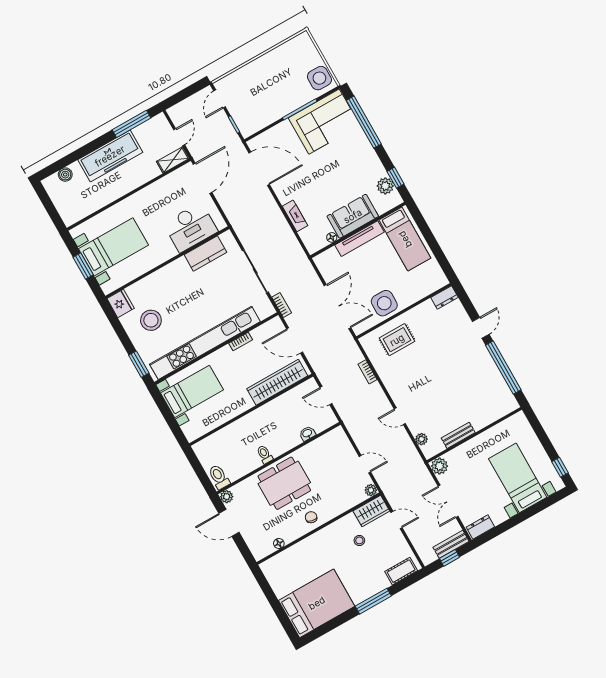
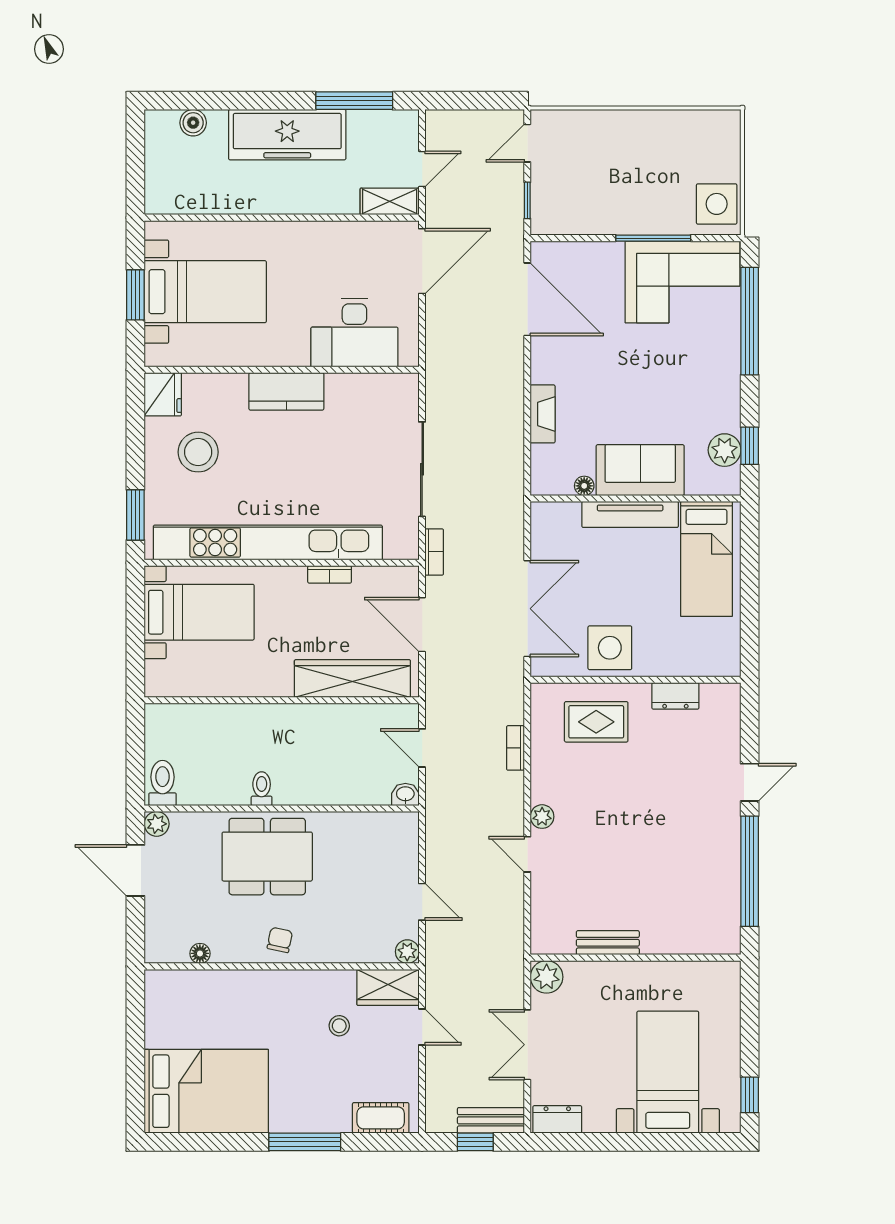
kitchen counter: (205, 253) -> (286, 391), moved
dresser: (444, 297) -> (675, 696), moved
washbasin: (307, 433) -> (405, 794), moved
plant: (421, 439) -> (542, 817), moved

